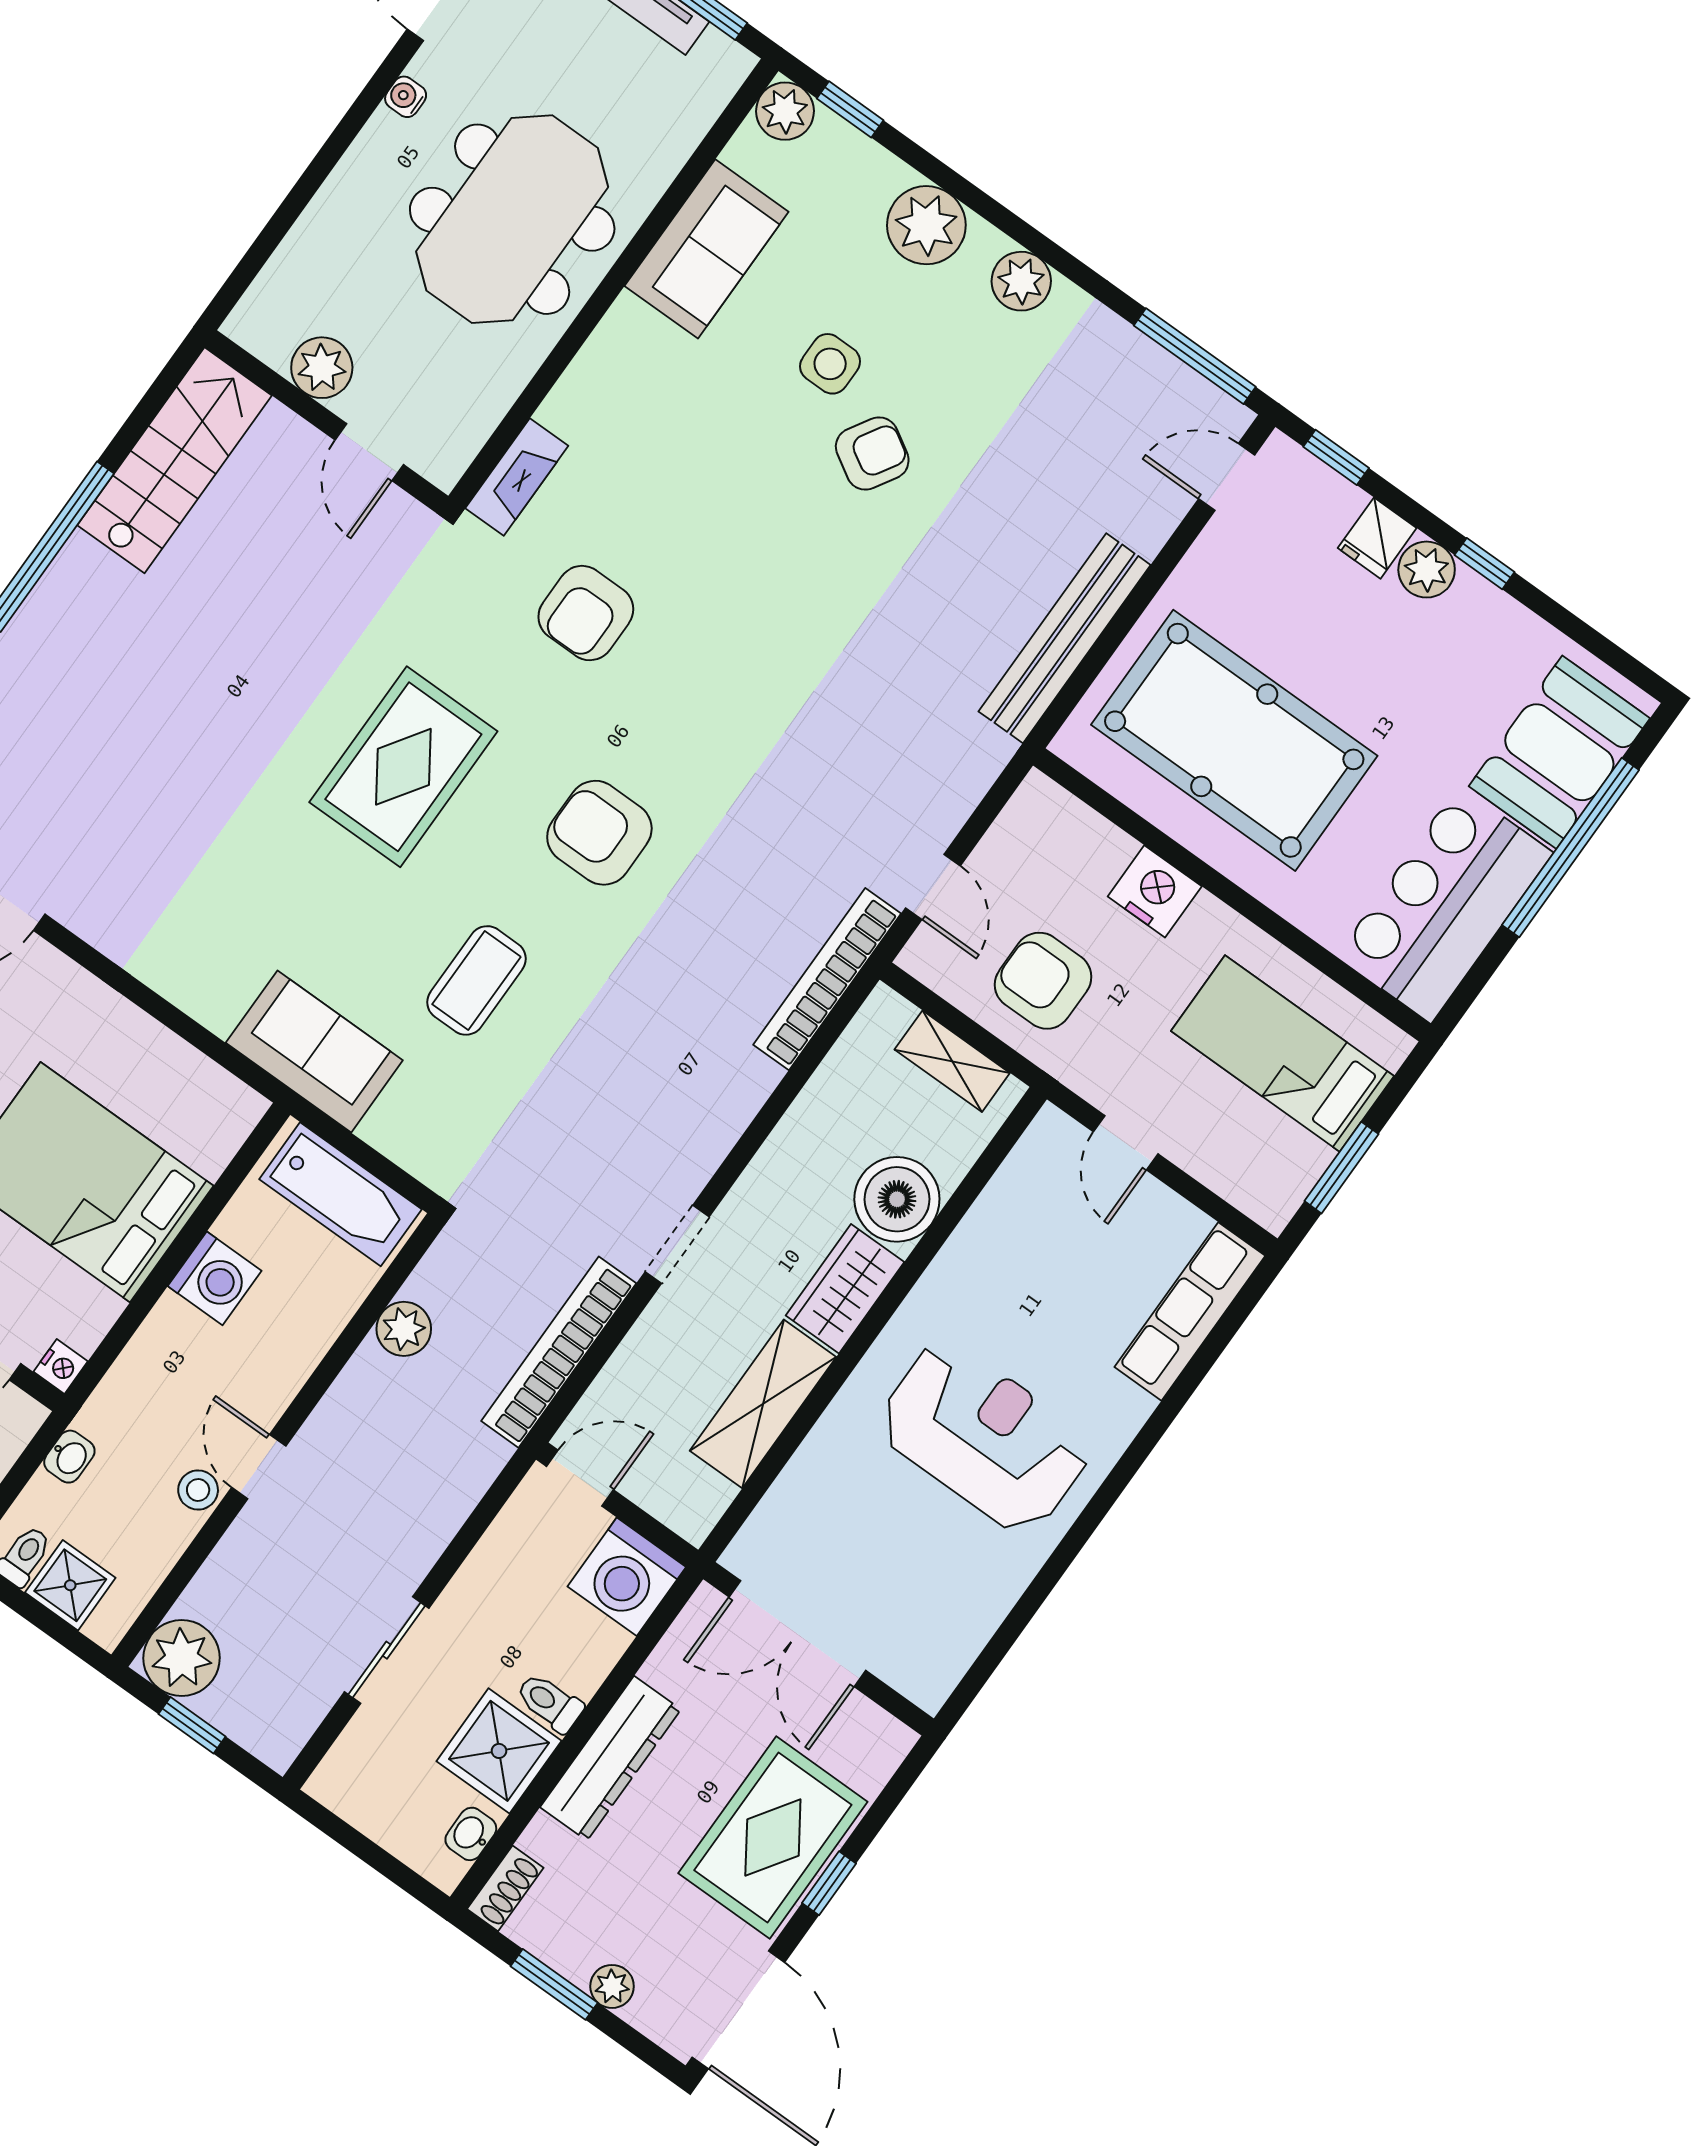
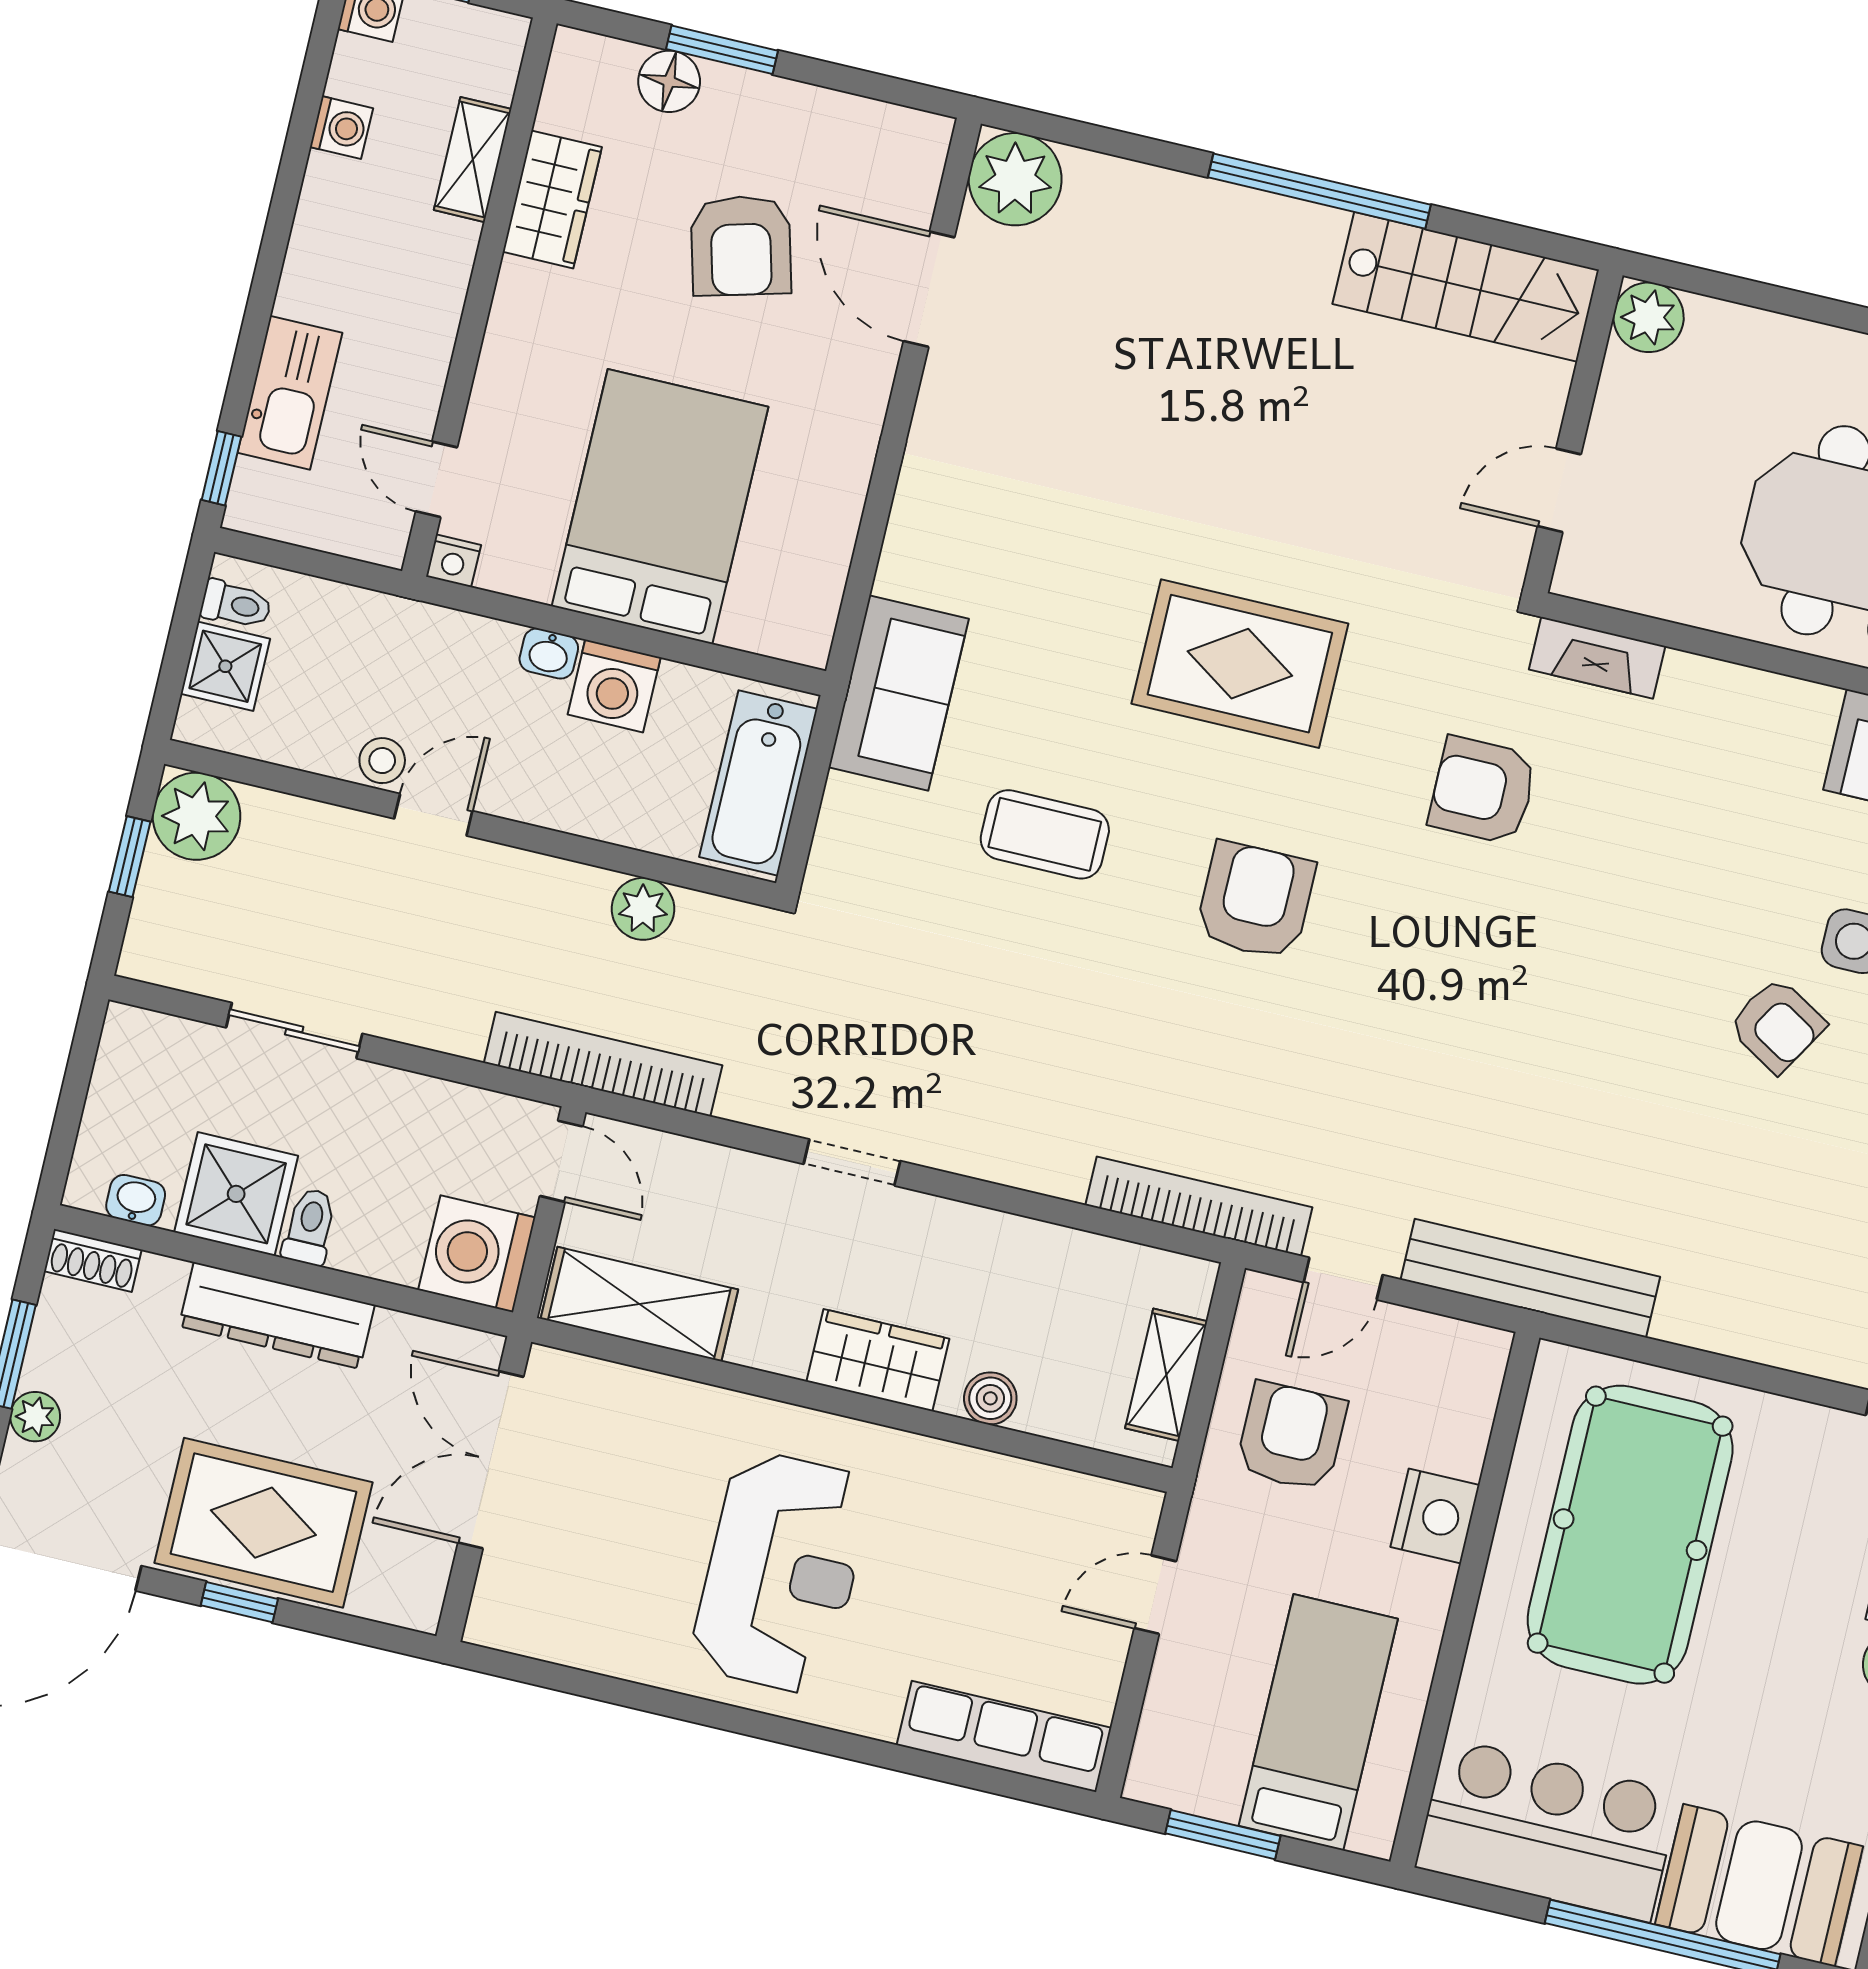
plant: (322, 368) -> (1649, 317), moved
bench: (1065, 638) -> (1530, 1278), moved
boiler: (897, 1199) -> (990, 1398), width x0.54, depth x0.54
bookcase: (559, 1352) -> (603, 1064), moved
shelving: (763, 1404) -> (639, 1304), moved
washbasin: (69, 1457) -> (549, 654), moved

